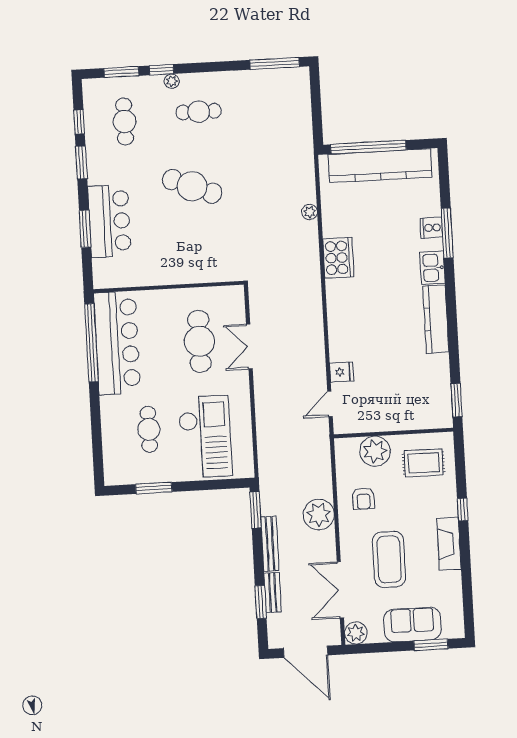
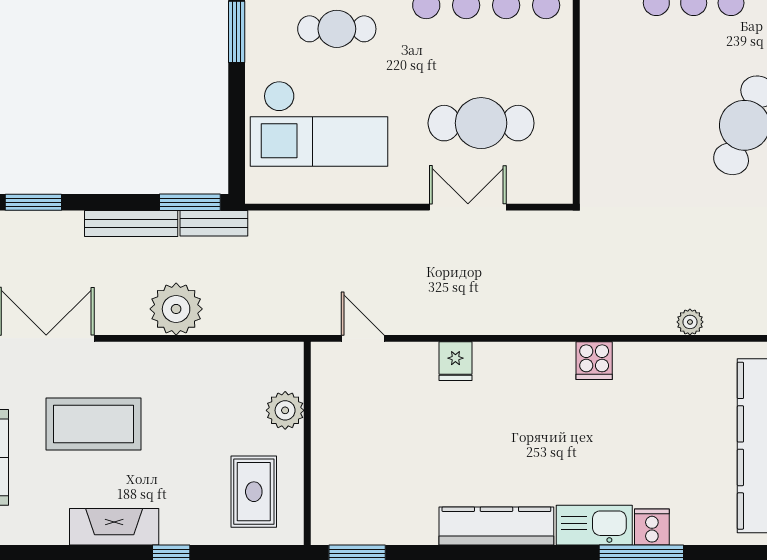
cooker: (338, 258) -> (594, 361), width x0.53, depth x0.76
kitchen sink: (432, 268) -> (594, 525), width x1.38
fridge: (342, 372) -> (455, 361), moved
plant: (375, 451) -> (285, 410), width x0.73, depth x0.73
armchair: (363, 499) -> (199, 386), removed
bench: (273, 593) -> (214, 223), moved

